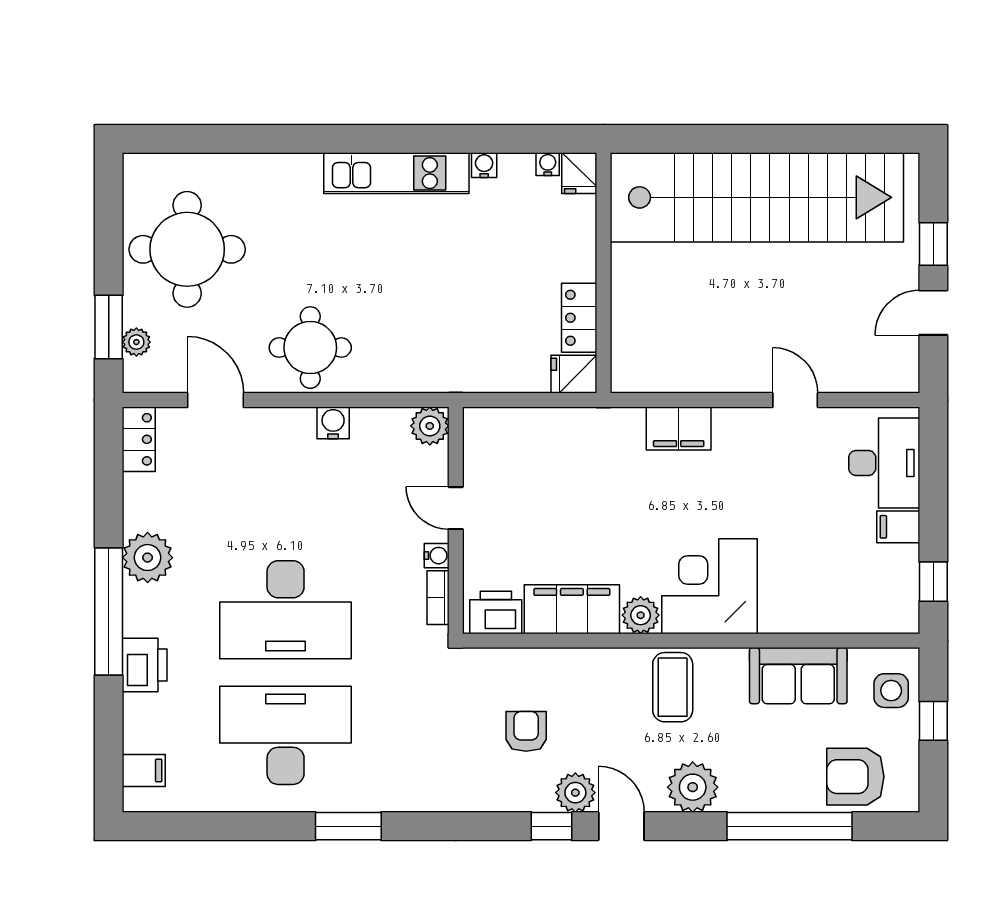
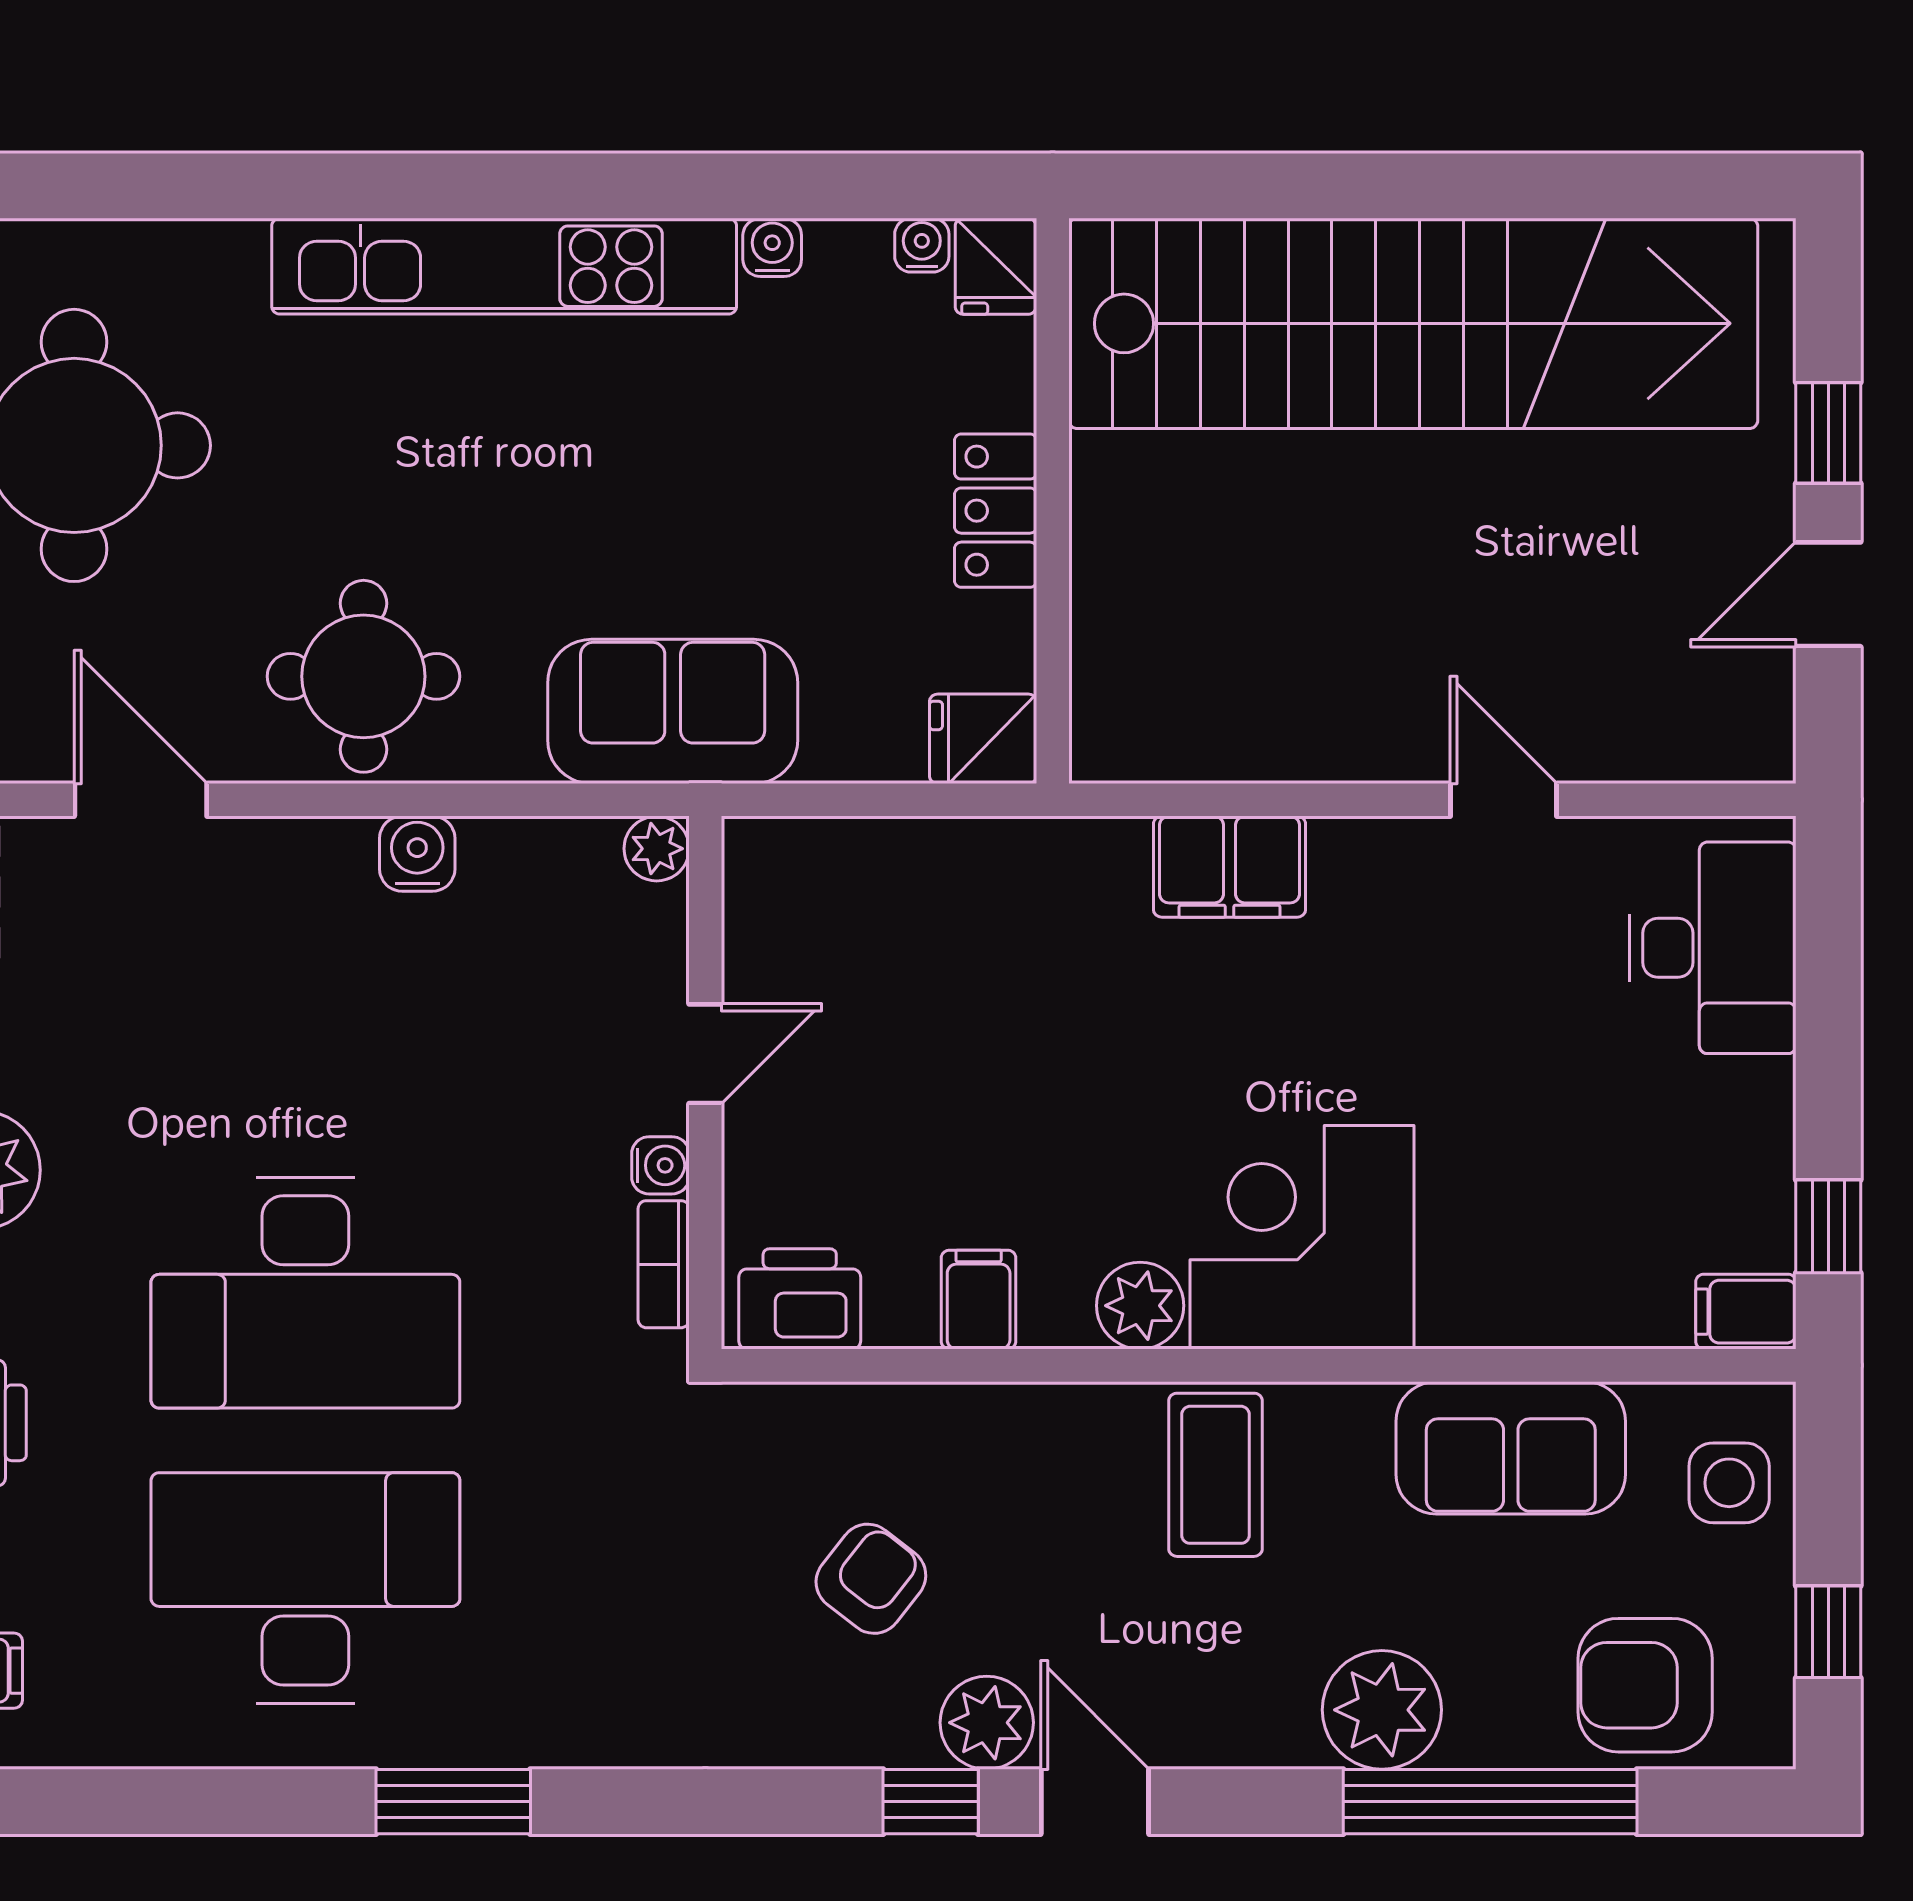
kitchen unit: (396, 173) -> (504, 266), width x1.36
locker: (579, 318) -> (996, 511), moved
sofa: (442, 362) -> (673, 711), added
plant: (430, 426) -> (657, 849), width x0.73, depth x0.73
door: (456, 508) -> (705, 1054), swing flipped
filing cabinet: (898, 527) -> (1746, 1312), moved
filing cabinet: (572, 609) -> (979, 1300), width x0.33, depth x0.86
window: (933, 721) -> (1828, 1632), moved
armchair: (526, 731) -> (871, 1579), turned 38
plant: (693, 787) -> (1382, 1710), moved

